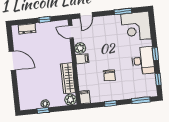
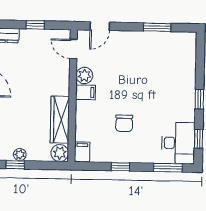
corner desk: (136, 26) -> (175, 53), removed
desk: (143, 61) -> (178, 143), moved

